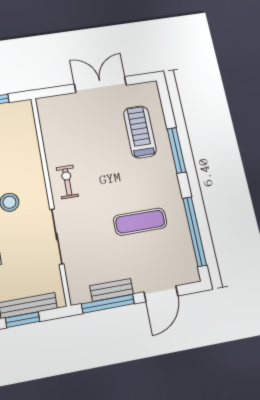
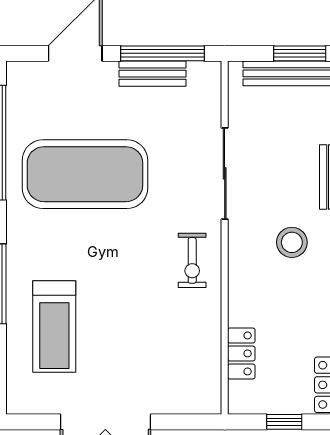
locker: (29, 134) -> (241, 353), added
exercise mat: (140, 222) -> (85, 174), width x2.00, depth x1.45

